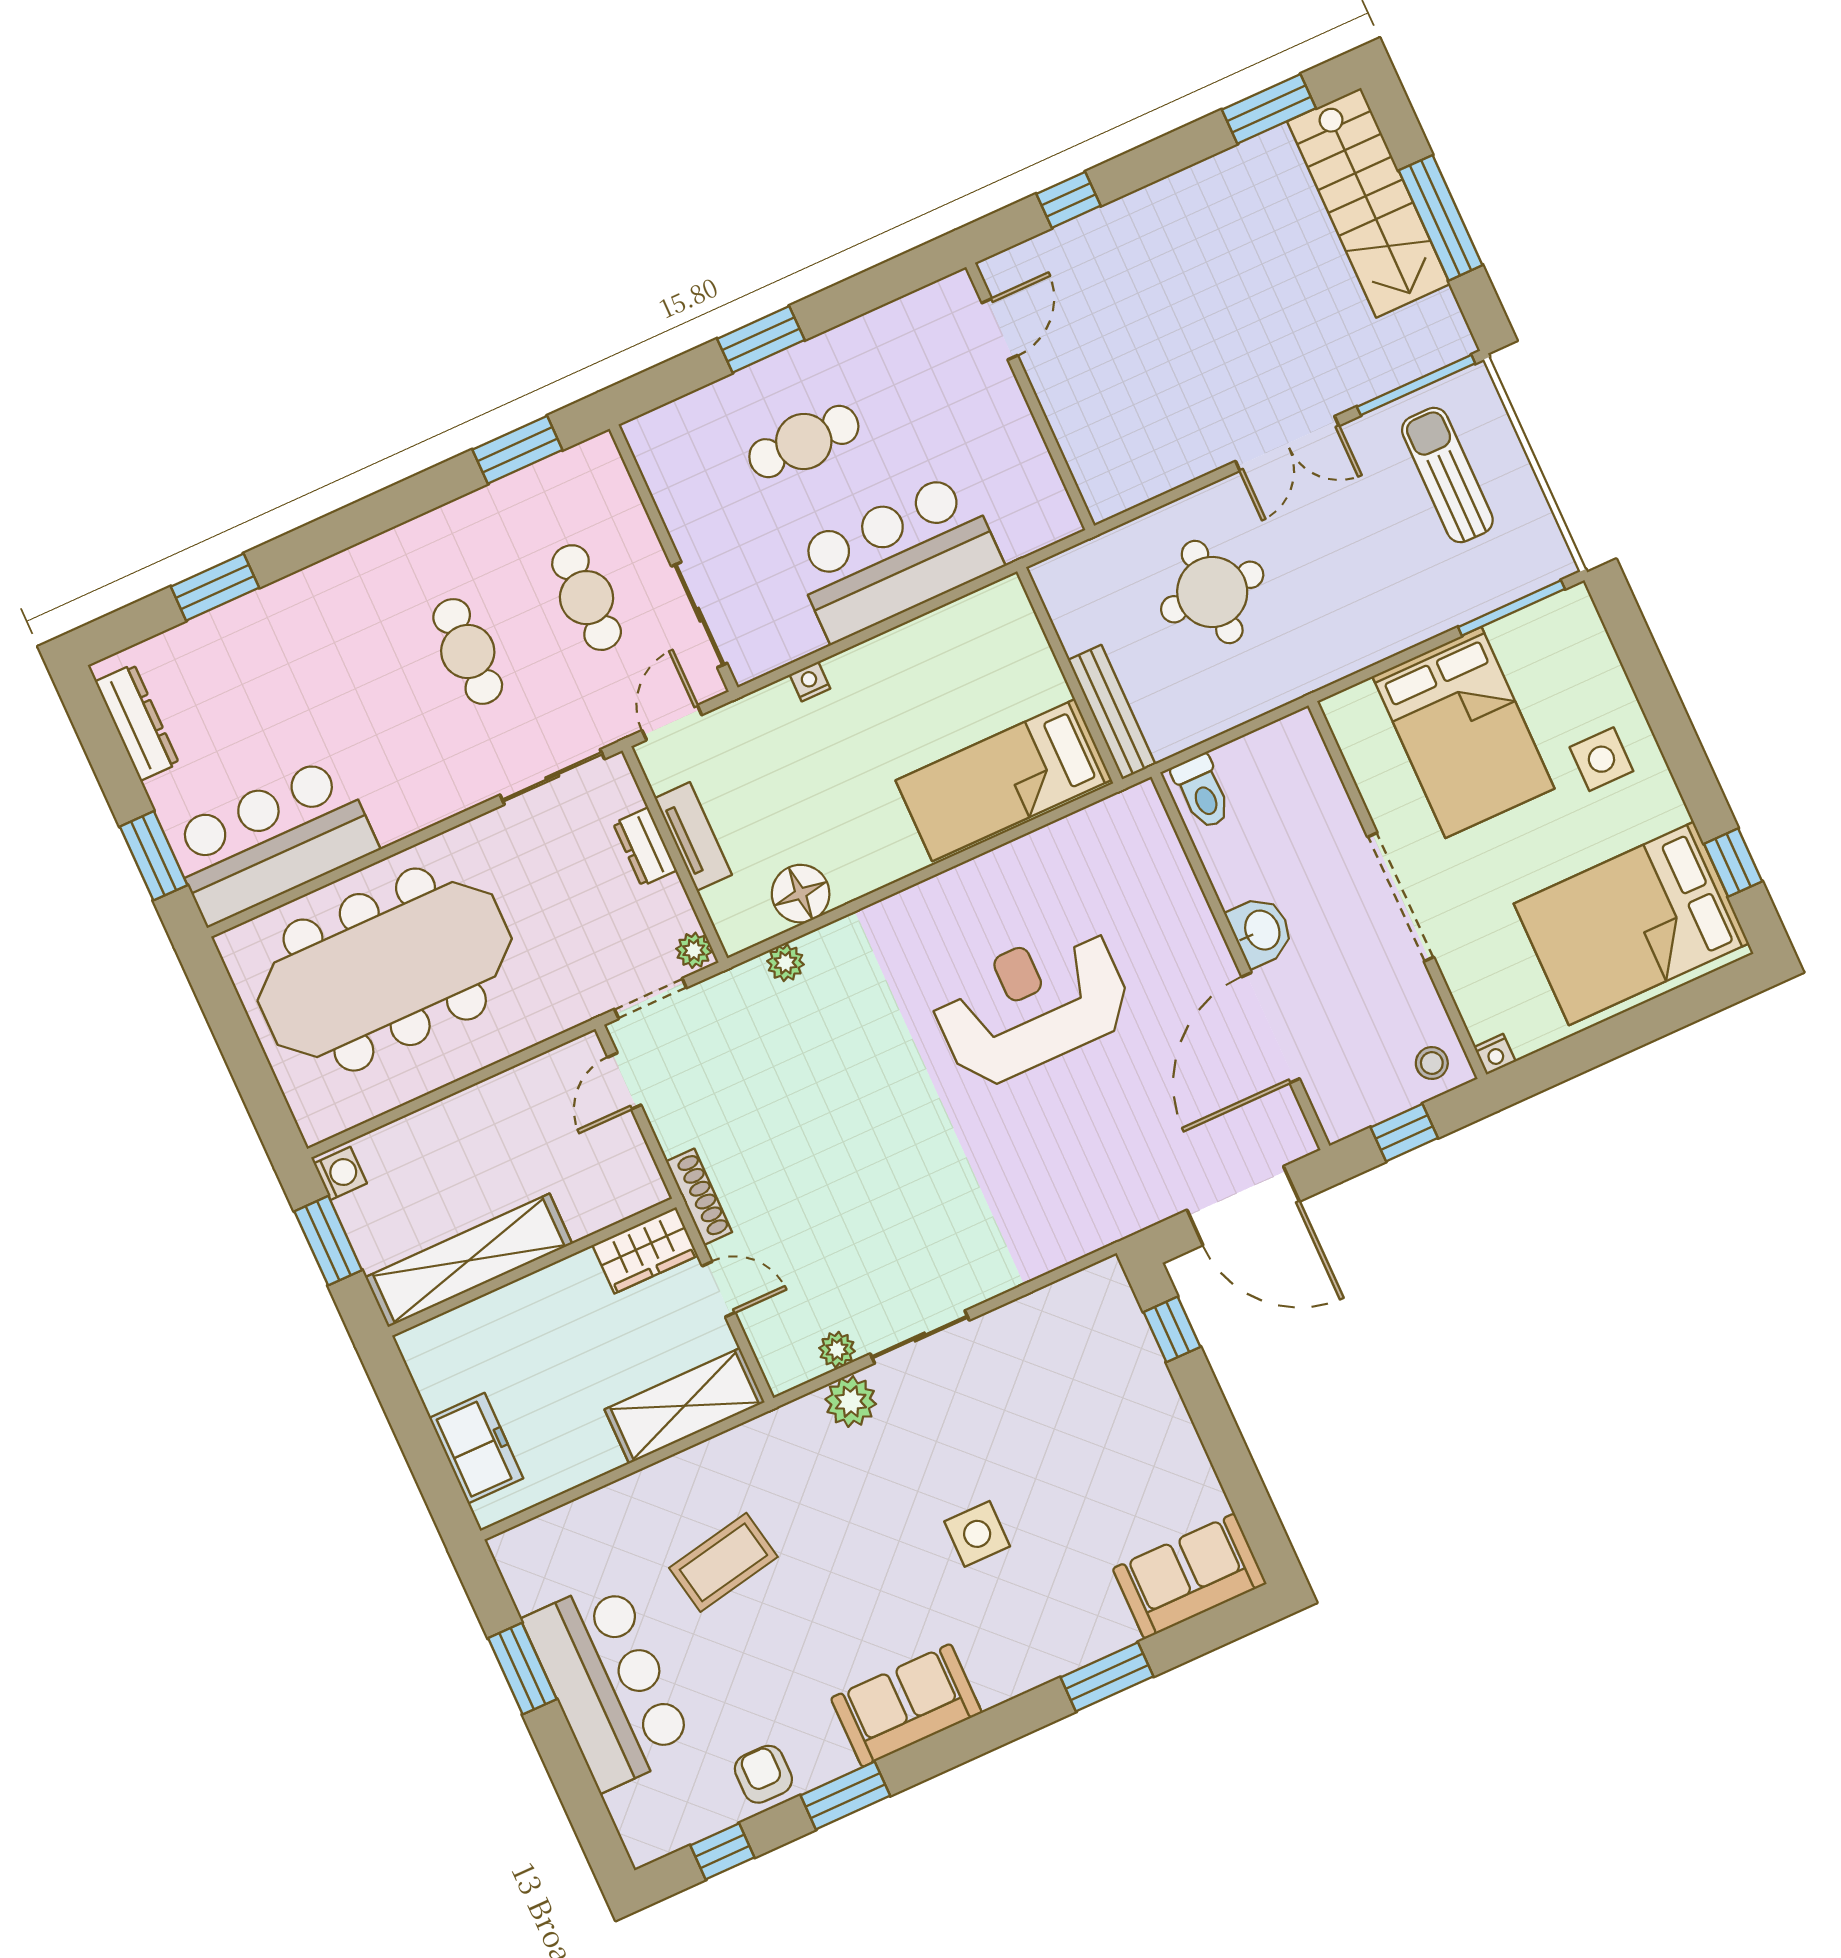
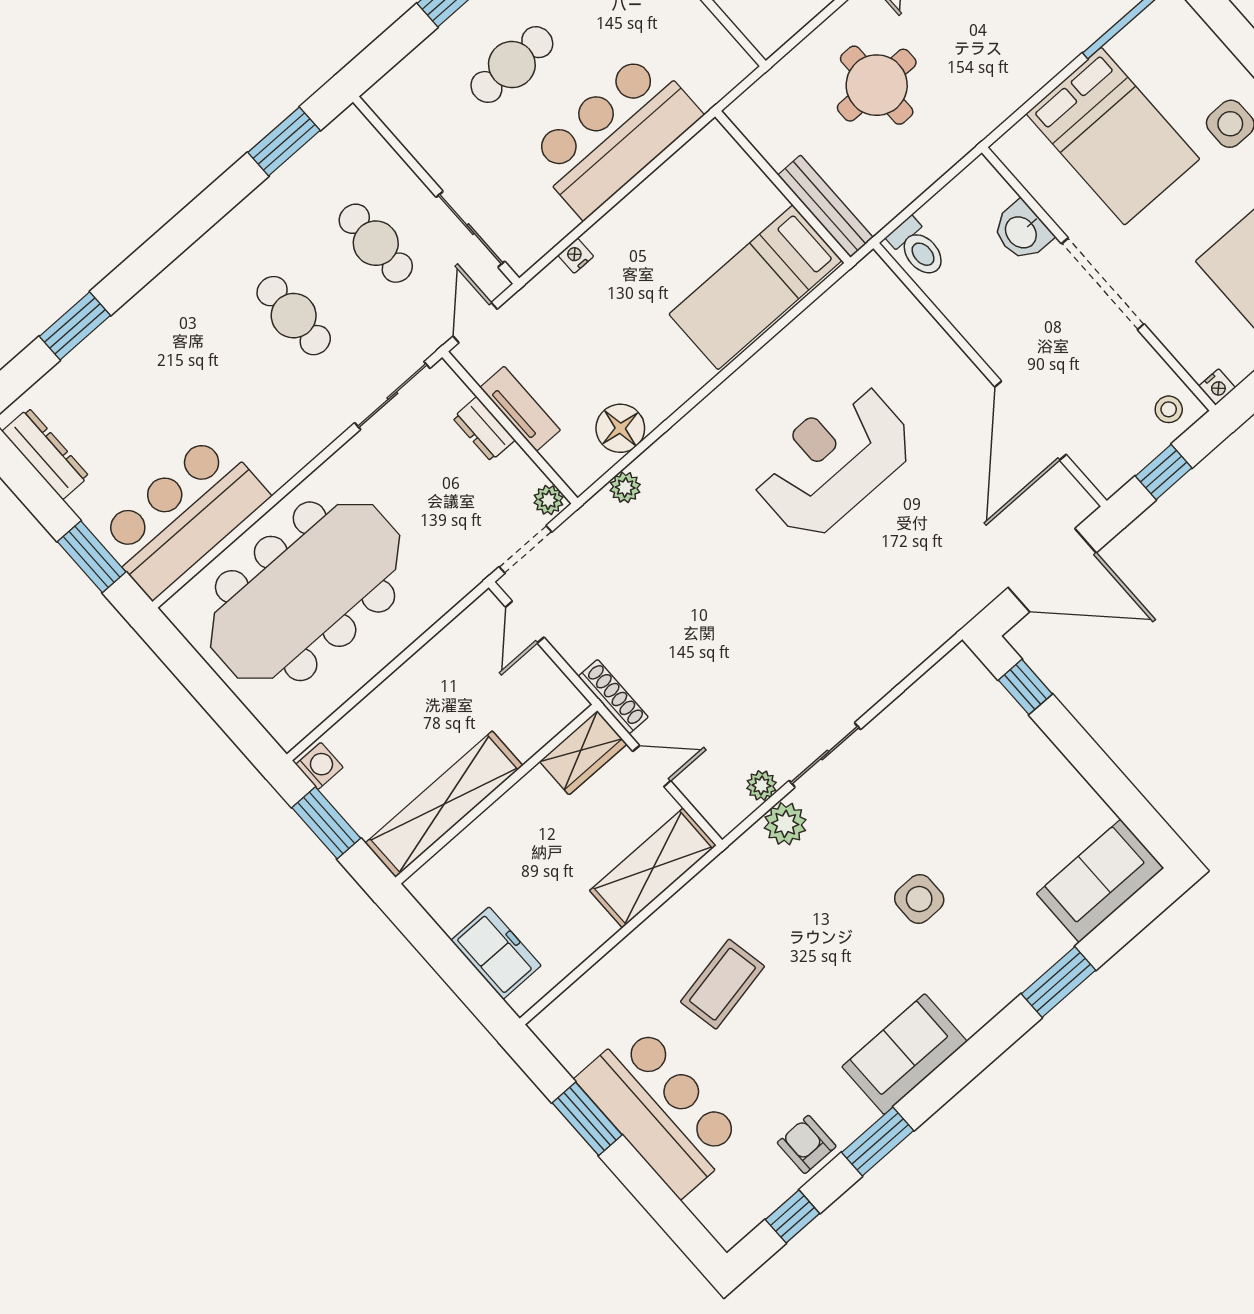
washbasin: (1261, 931) -> (1022, 231), moved, turned 180

